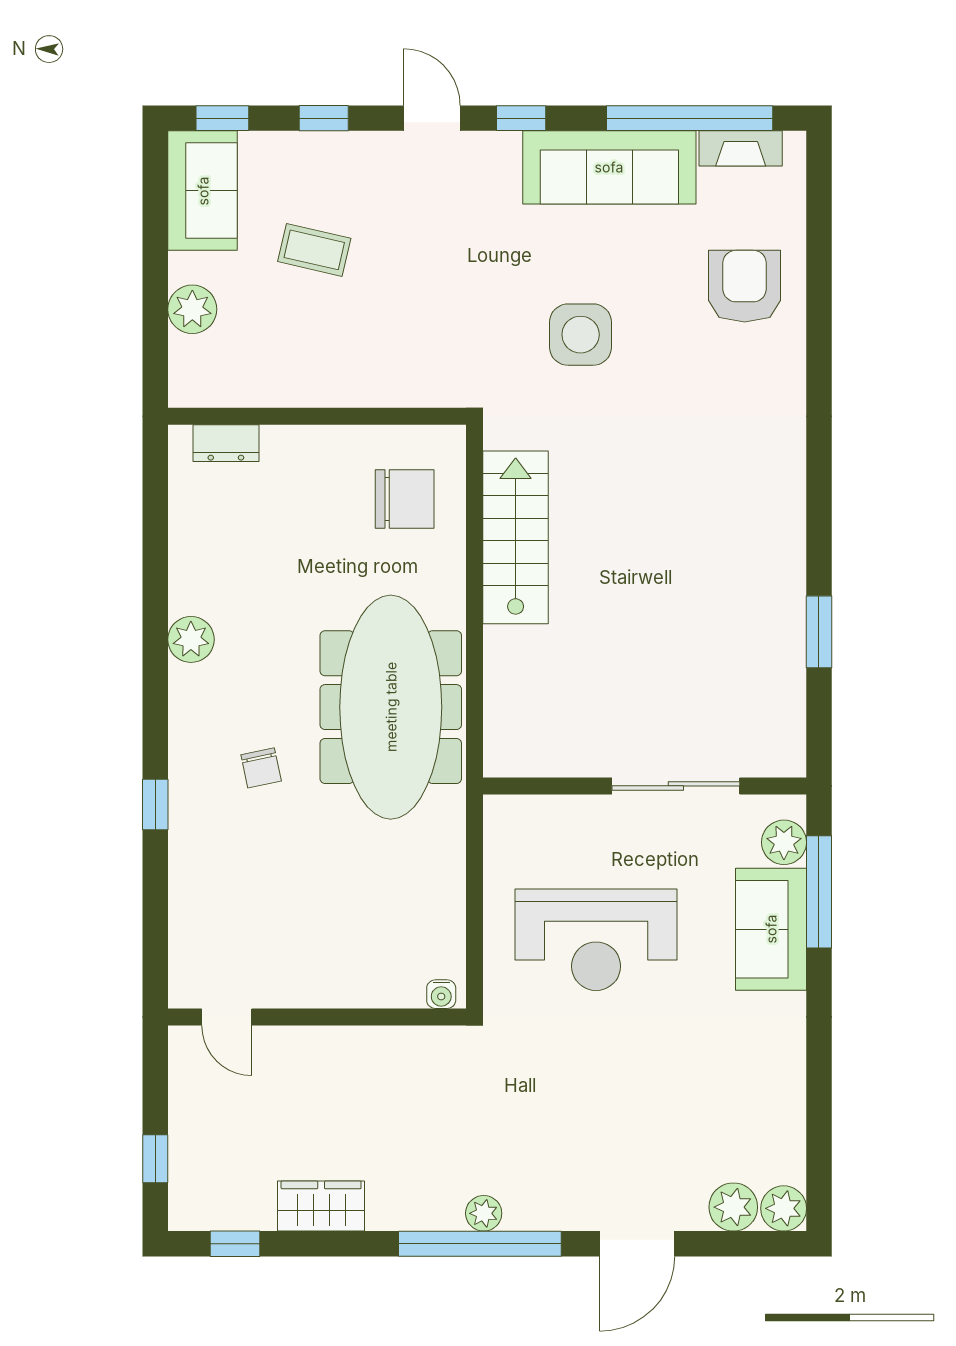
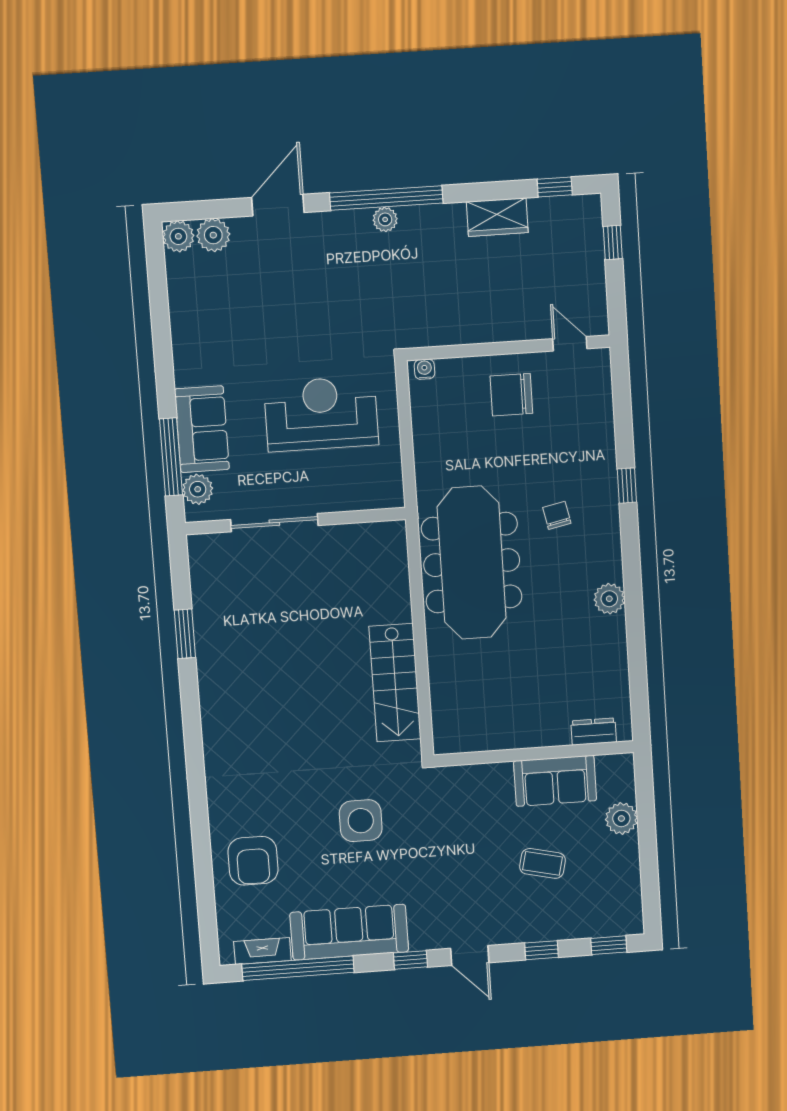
sofa: (203, 191) -> (555, 781), moved, turned -90
chair: (405, 499) -> (511, 395), moved

